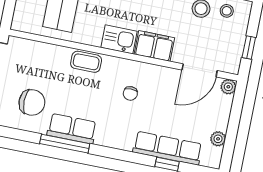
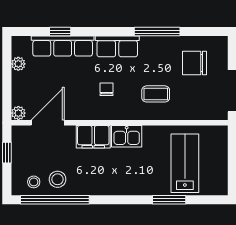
coffee table: (86, 62) -> (156, 94), moved
row of seats: (72, 129) -> (117, 46), moved

